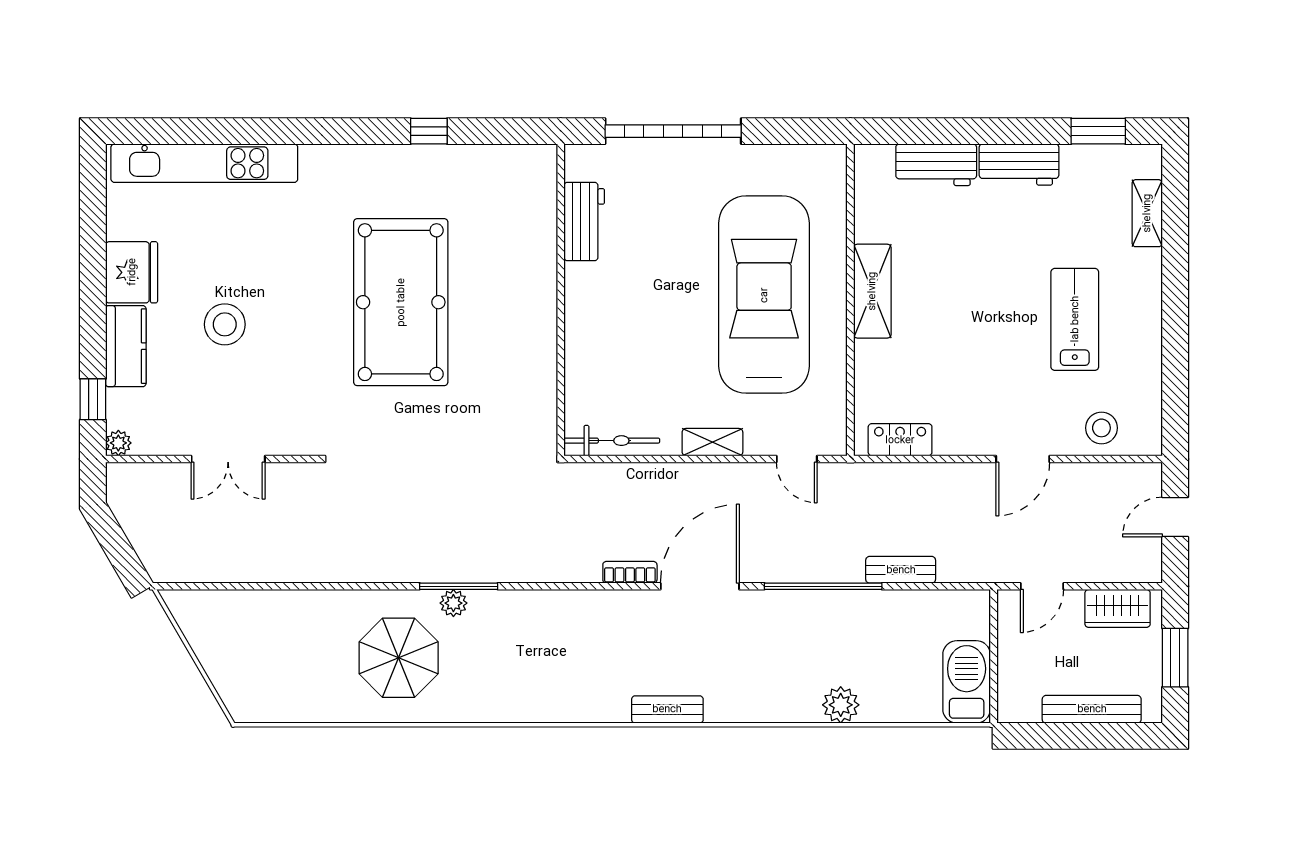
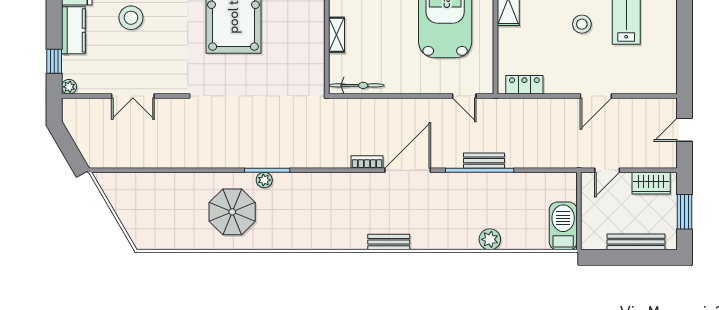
stool: (1101, 428) -> (582, 24), moved
shelving: (712, 442) -> (336, 35), moved, turned 90
bench: (901, 570) -> (484, 161), moved

